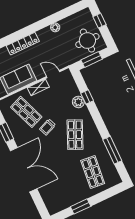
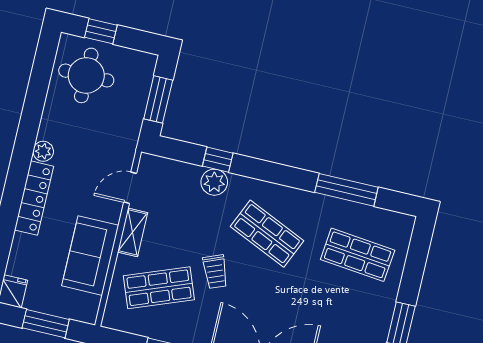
plant: (55, 27) -> (43, 151), moved
round table: (87, 41) -> (86, 75), moved

